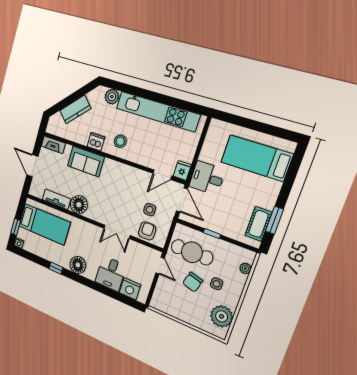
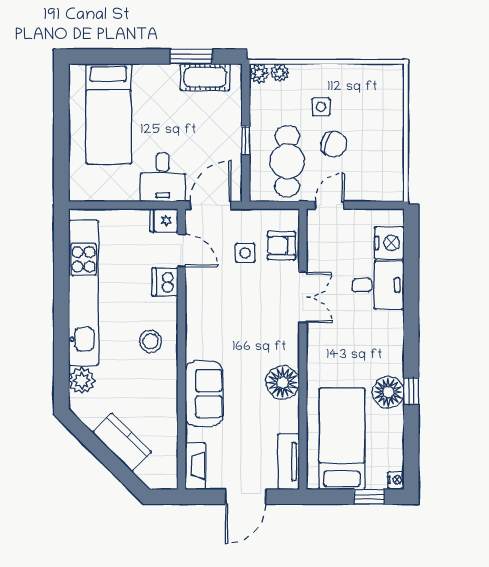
dishwasher: (96, 142) -> (165, 282), moved
tv unit: (56, 199) -> (289, 462), moved
floor lamp: (78, 265) -> (388, 392), moved
plant: (222, 316) -> (259, 73), moved, width x0.53, depth x0.53

